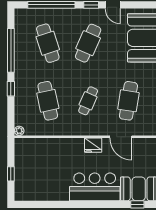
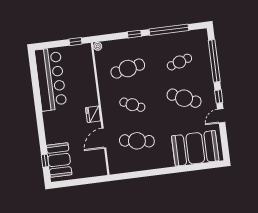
cafe table: (48, 43) -> (179, 62), width x0.73, depth x0.74
window: (11, 174) -> (75, 42), moved
bar counter: (95, 187) -> (51, 79), moved, width x1.36

